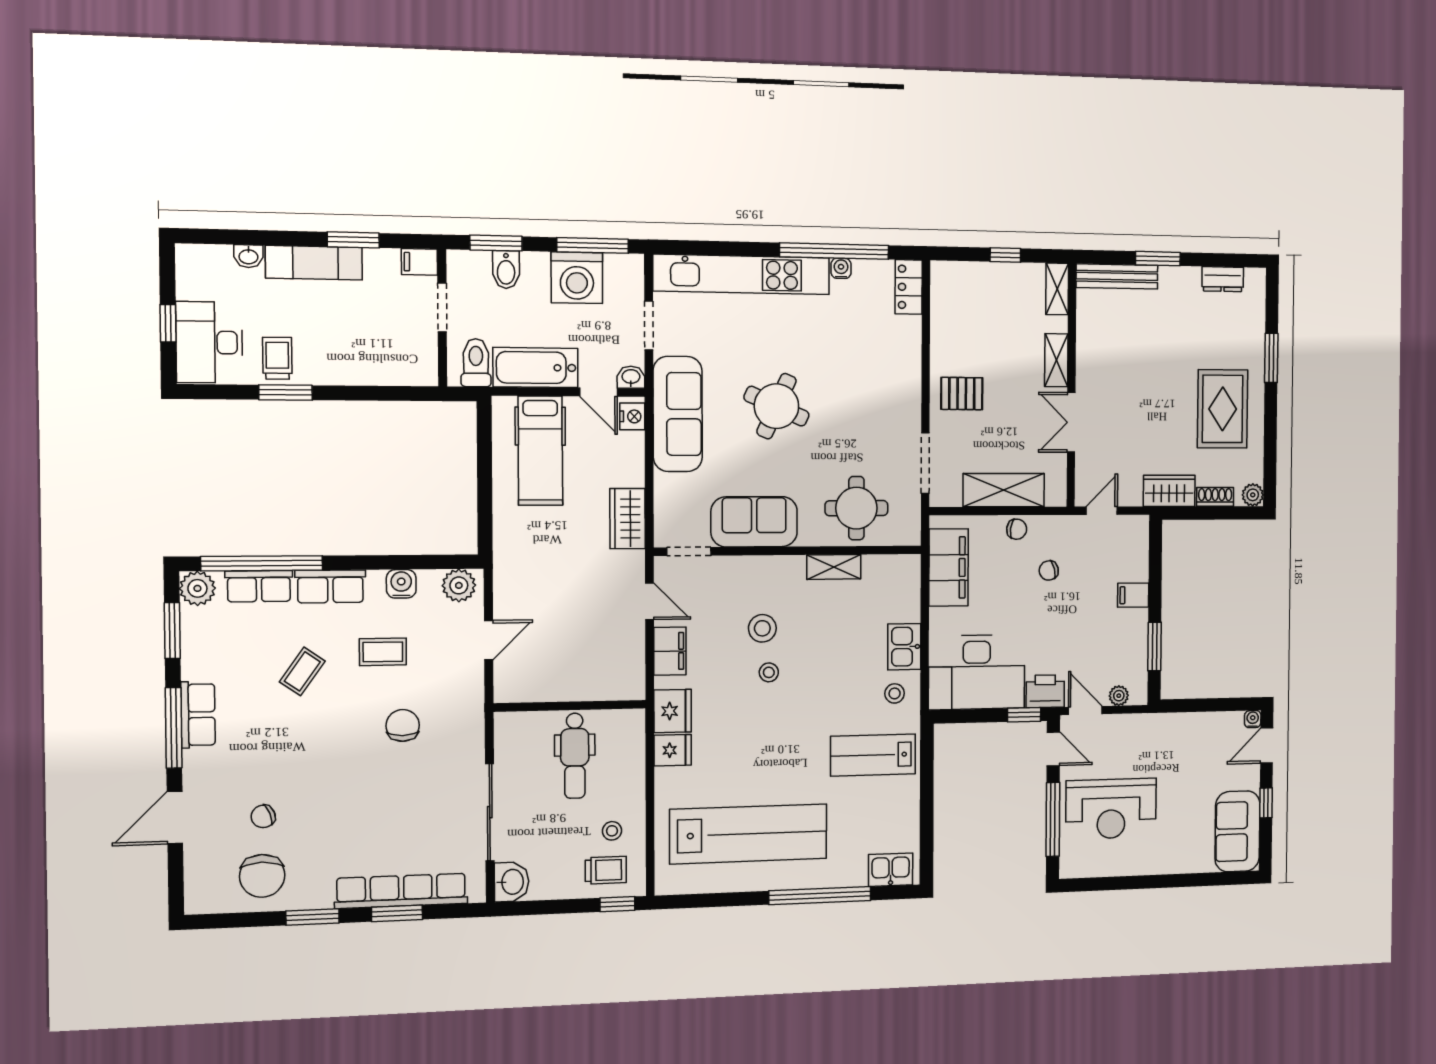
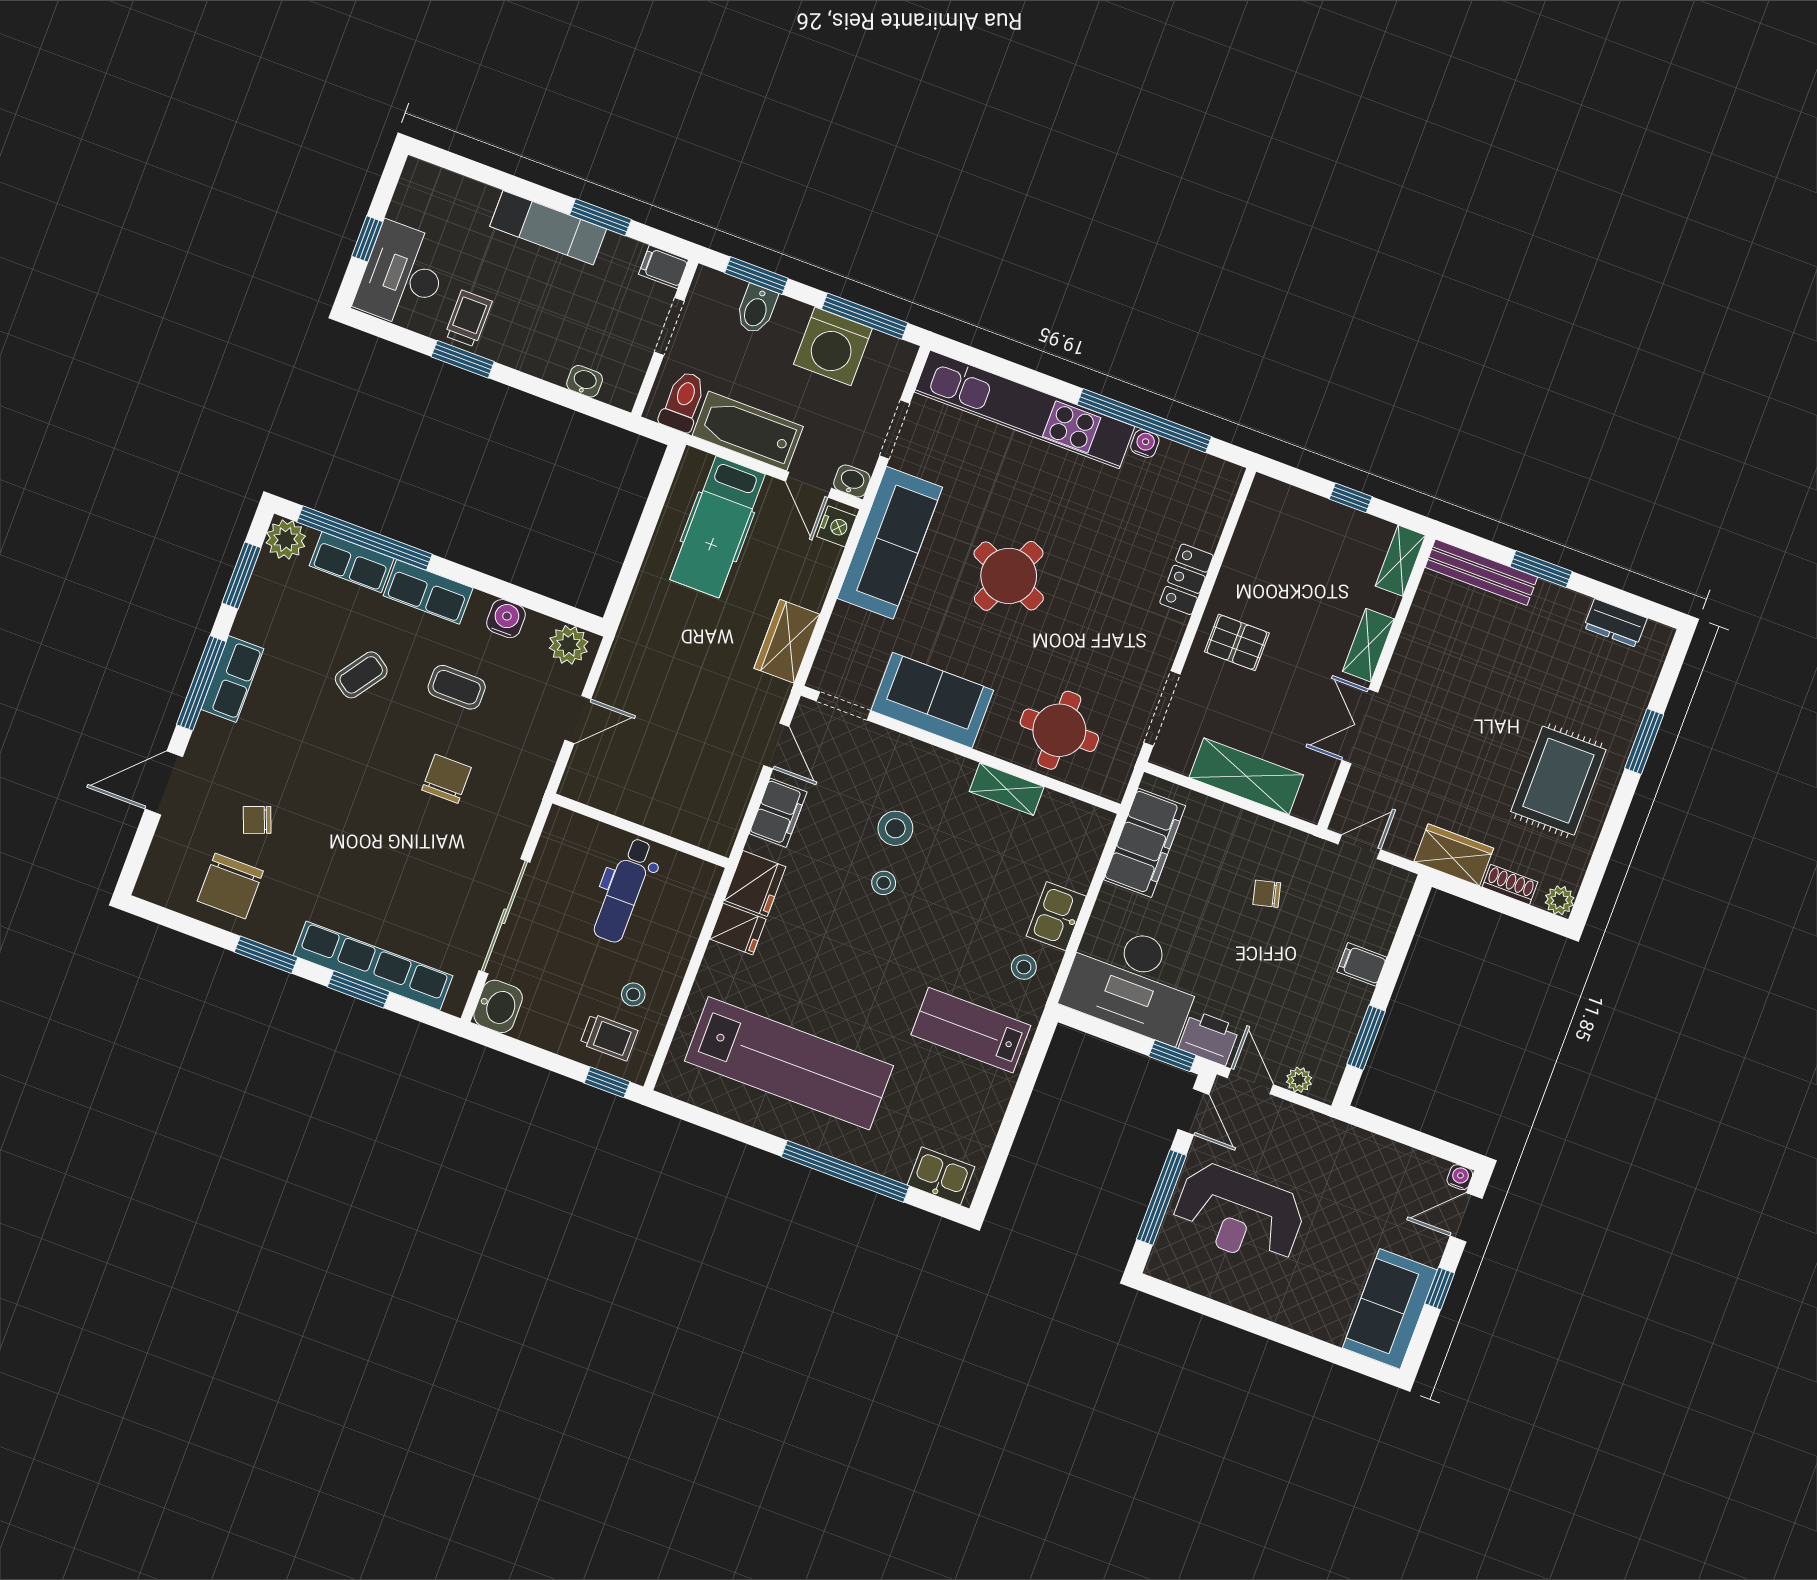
washbasin: (248, 256) -> (585, 381), moved, turned 180
locker: (909, 287) -> (1186, 579), moved
chair: (1017, 529) -> (1245, 829), removed

